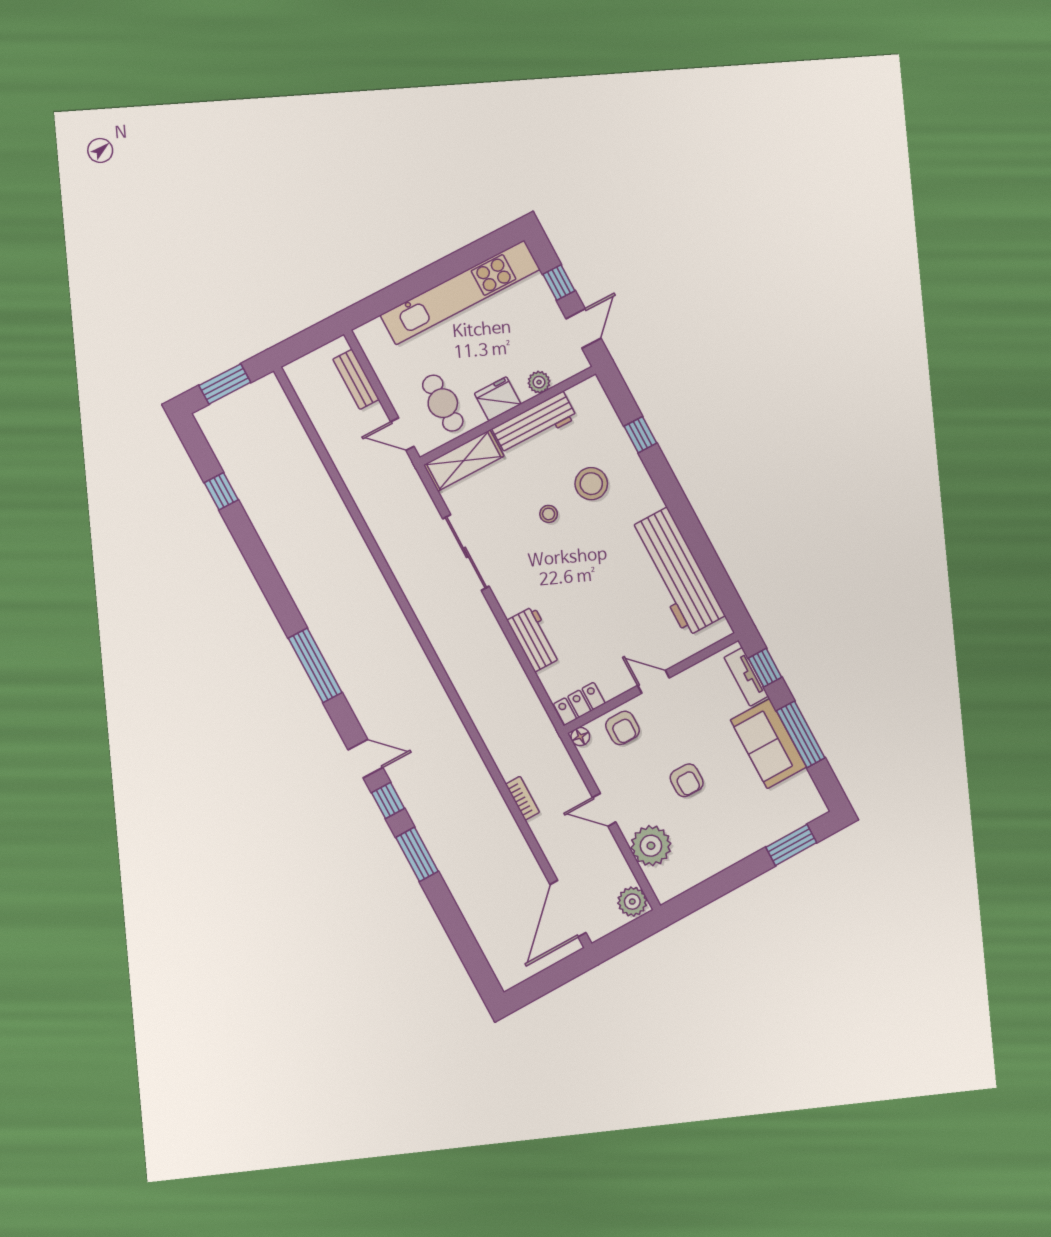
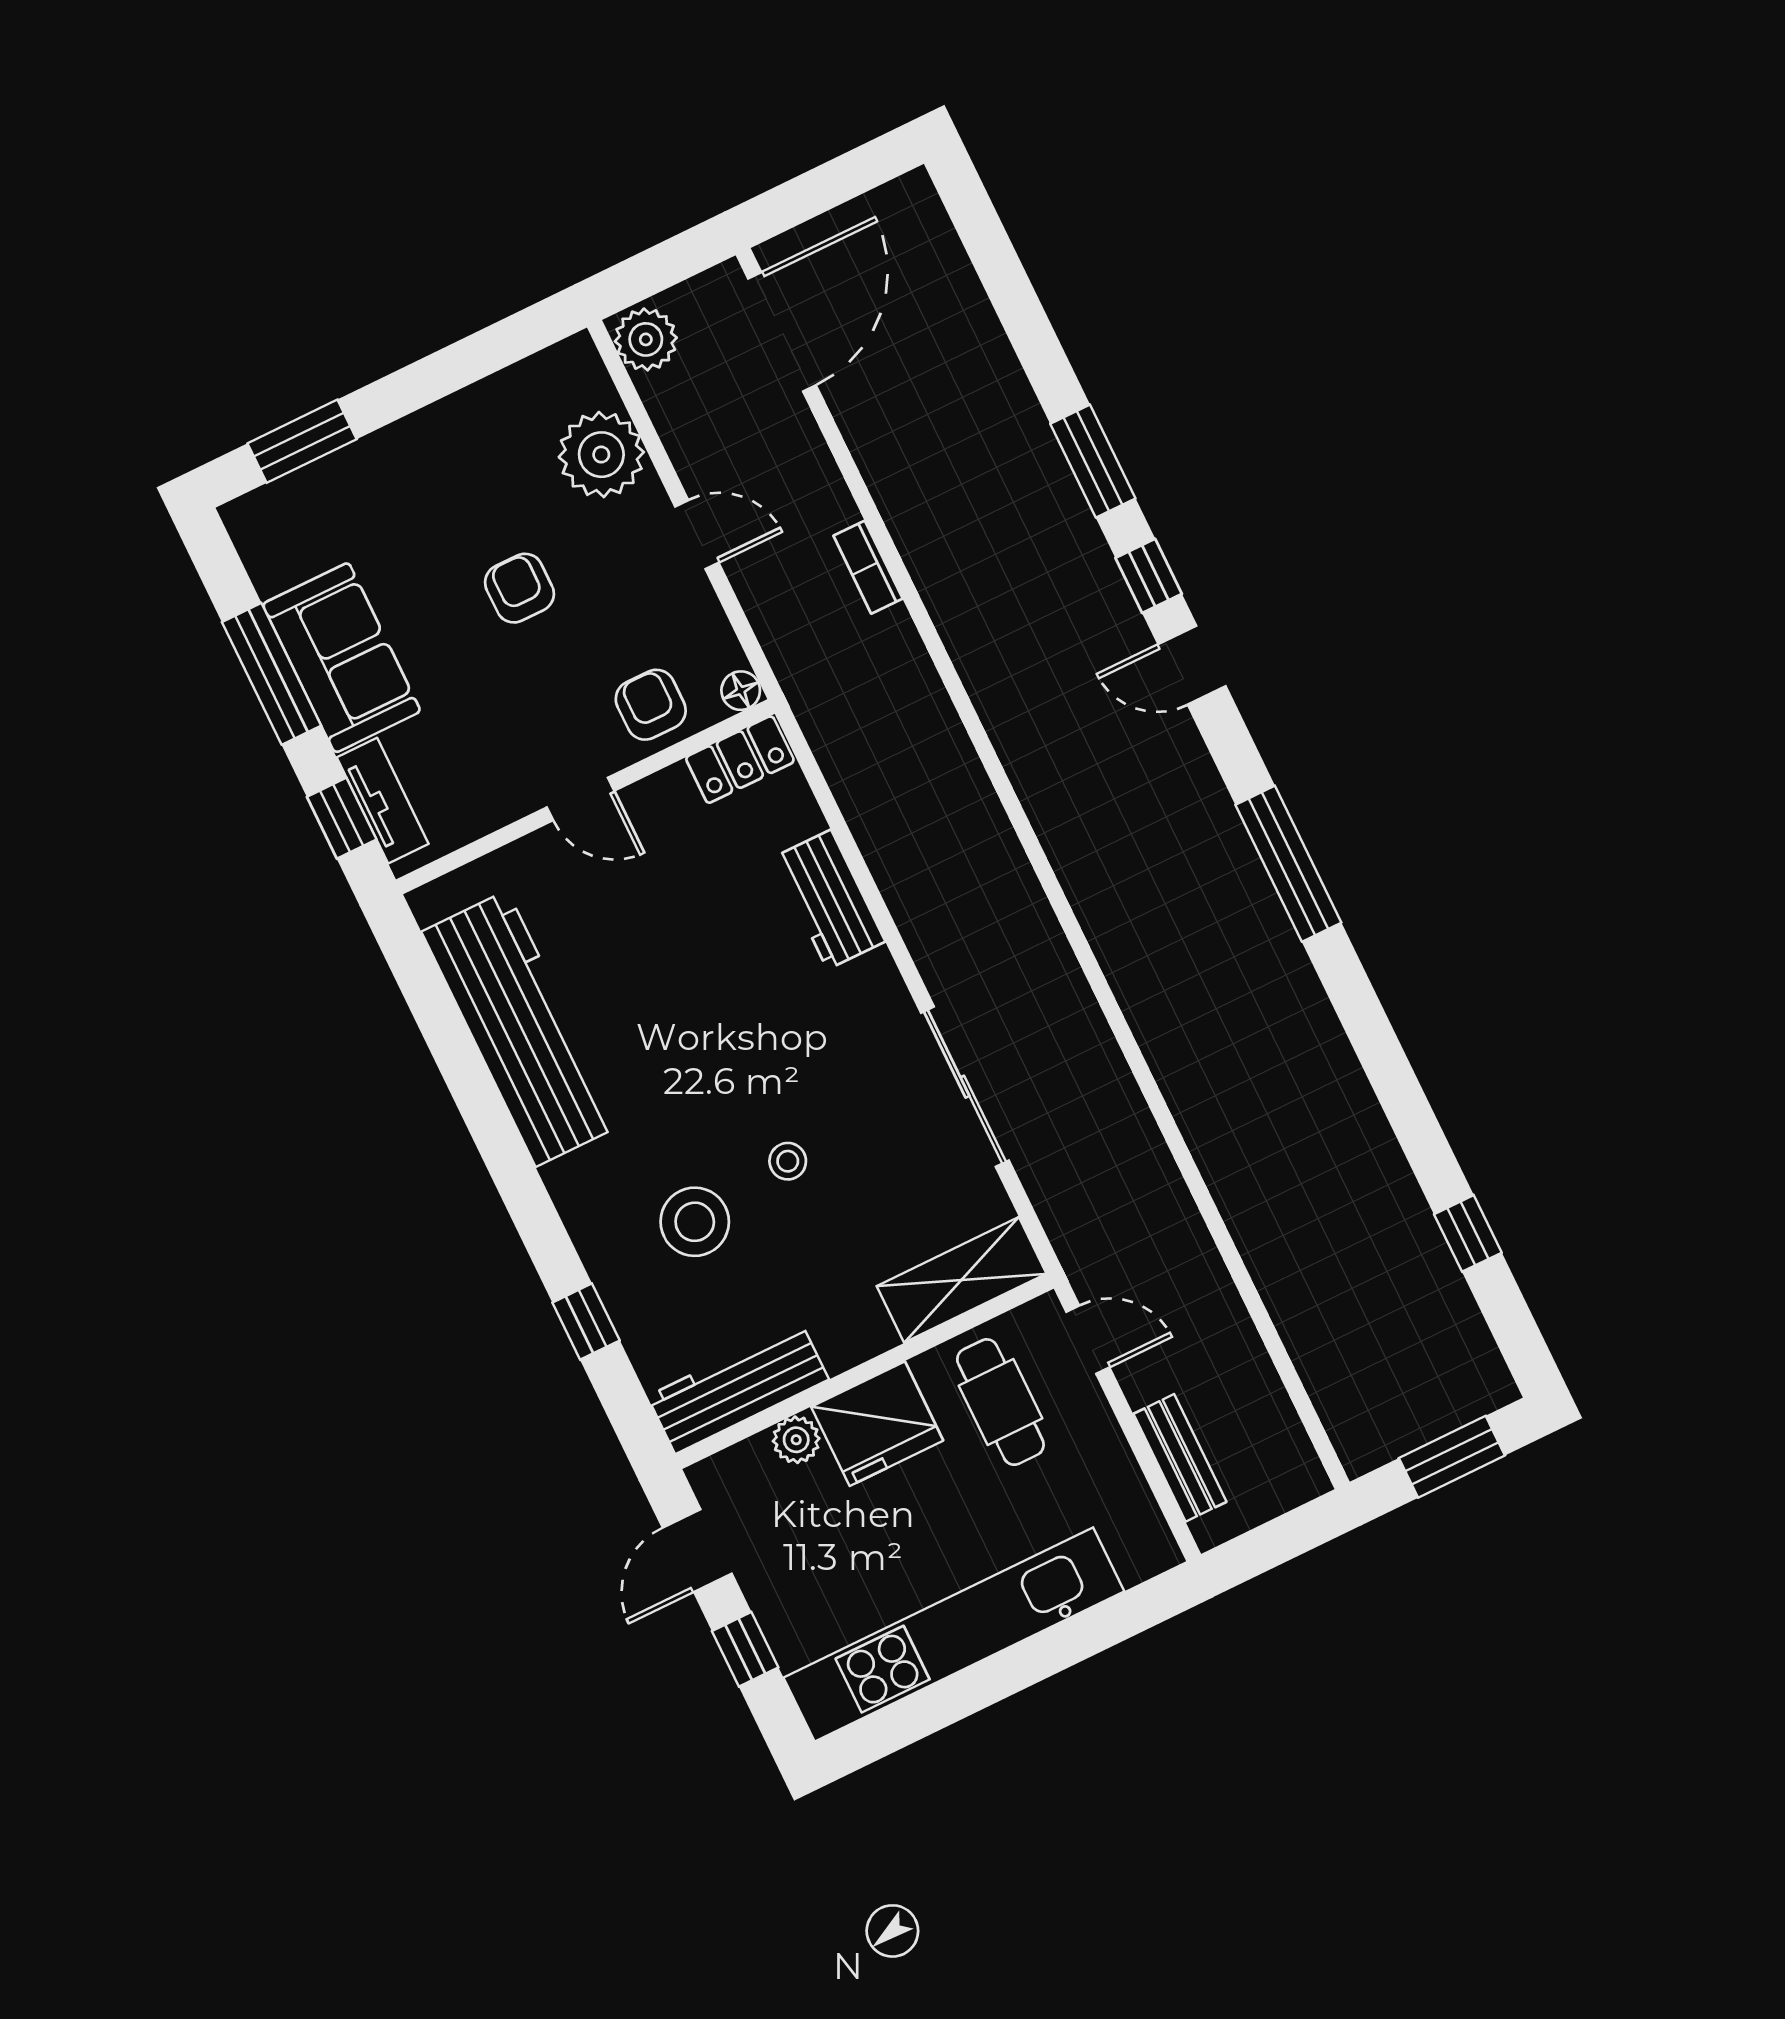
fridge: (498, 399) -> (877, 1424), width x1.36, depth x1.34
workbench: (535, 423) -> (738, 1388), moved

